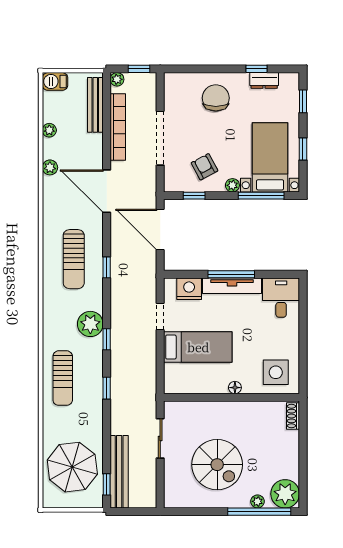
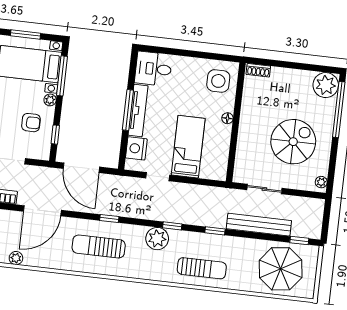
window: (303, 149) -> (25, 34), width x1.50
armchair: (205, 167) -> (31, 123), turned -152
door: (160, 229) -> (81, 168), hinge flipped
sun lounger: (74, 259) -> (99, 246), turned 180
bench: (119, 472) -> (259, 225), moved
plant: (258, 501) -> (321, 182), moved

